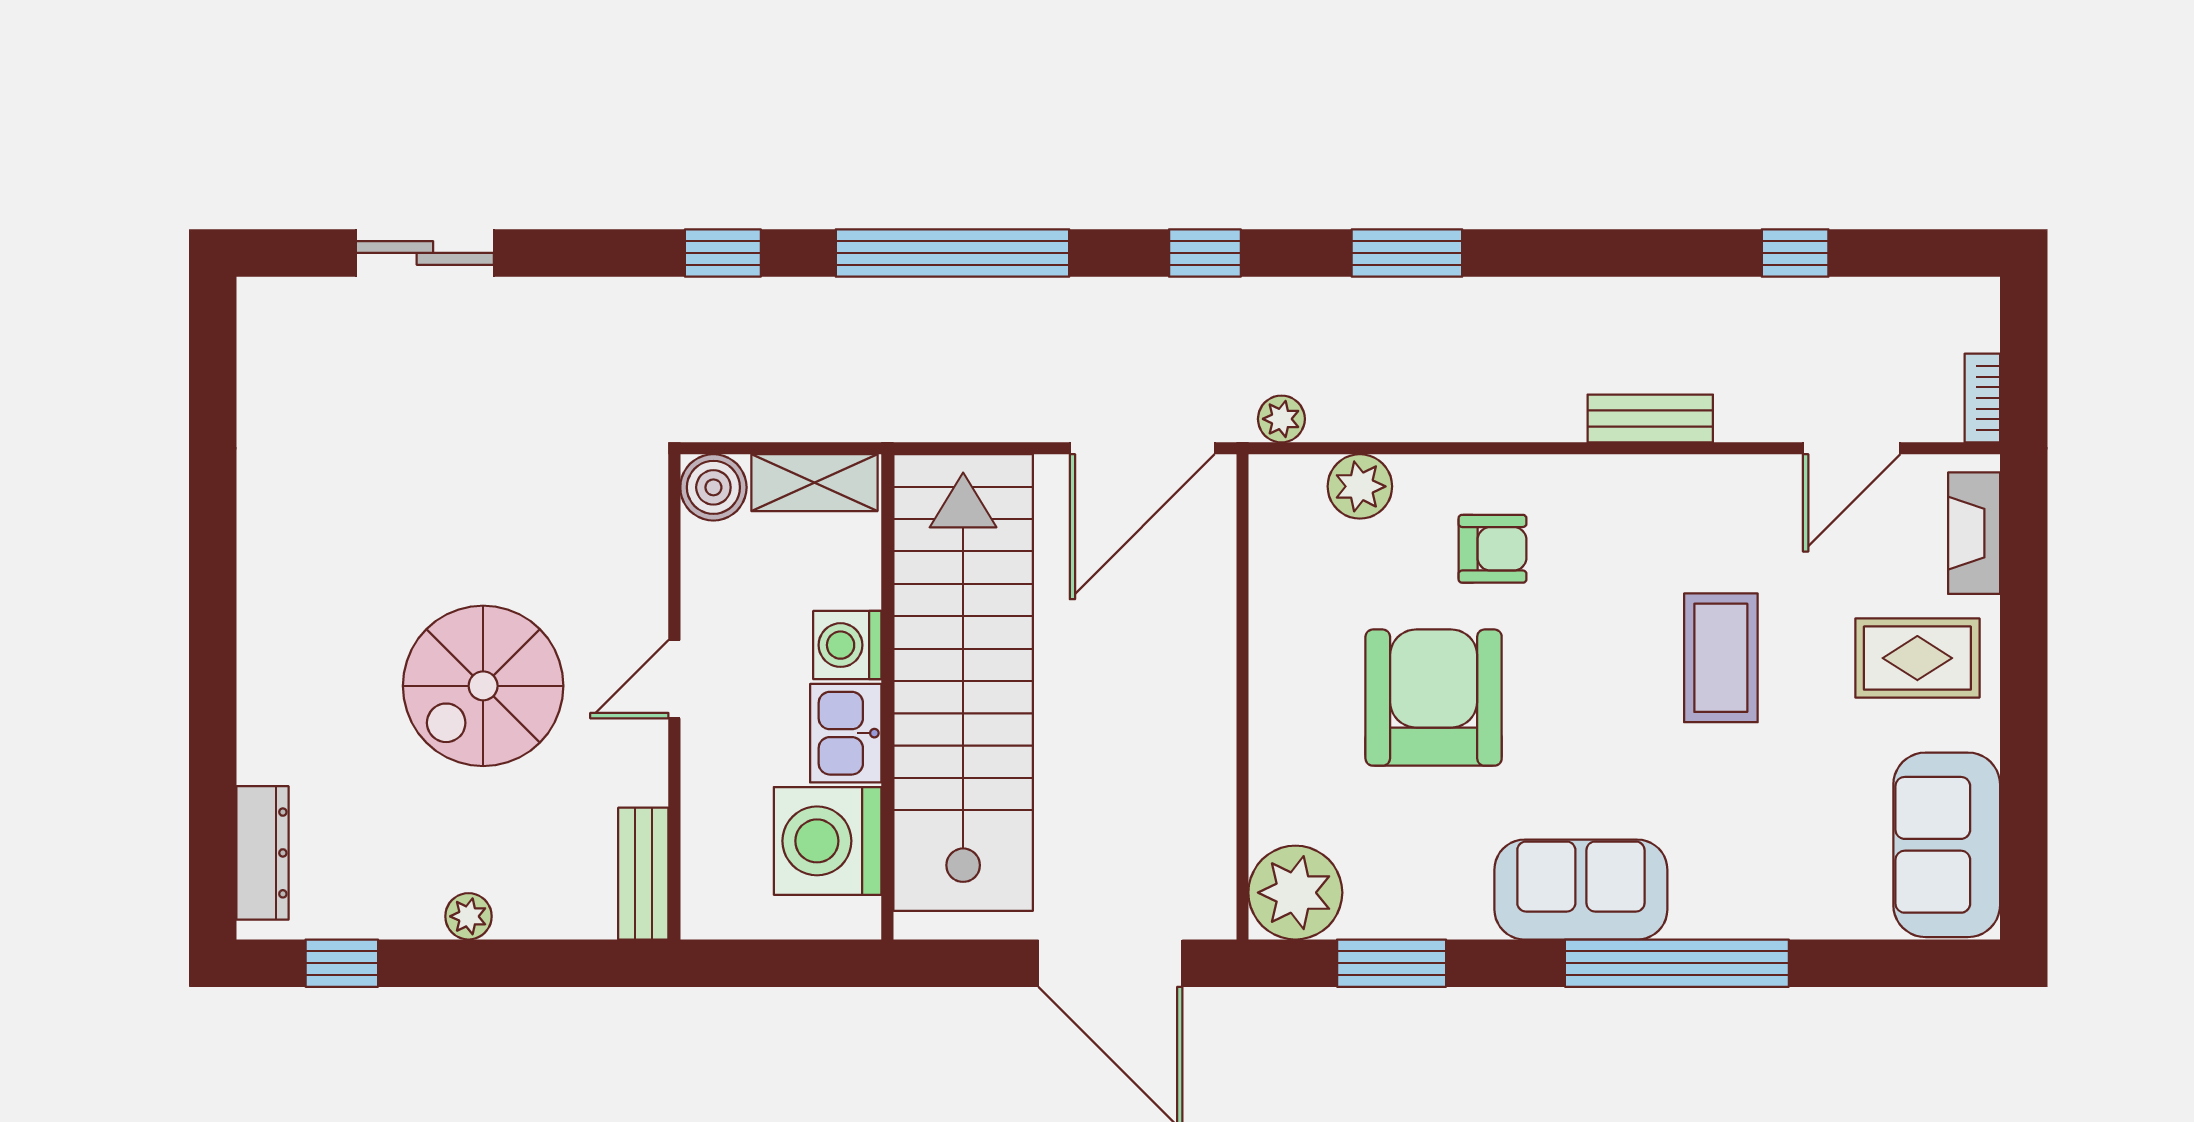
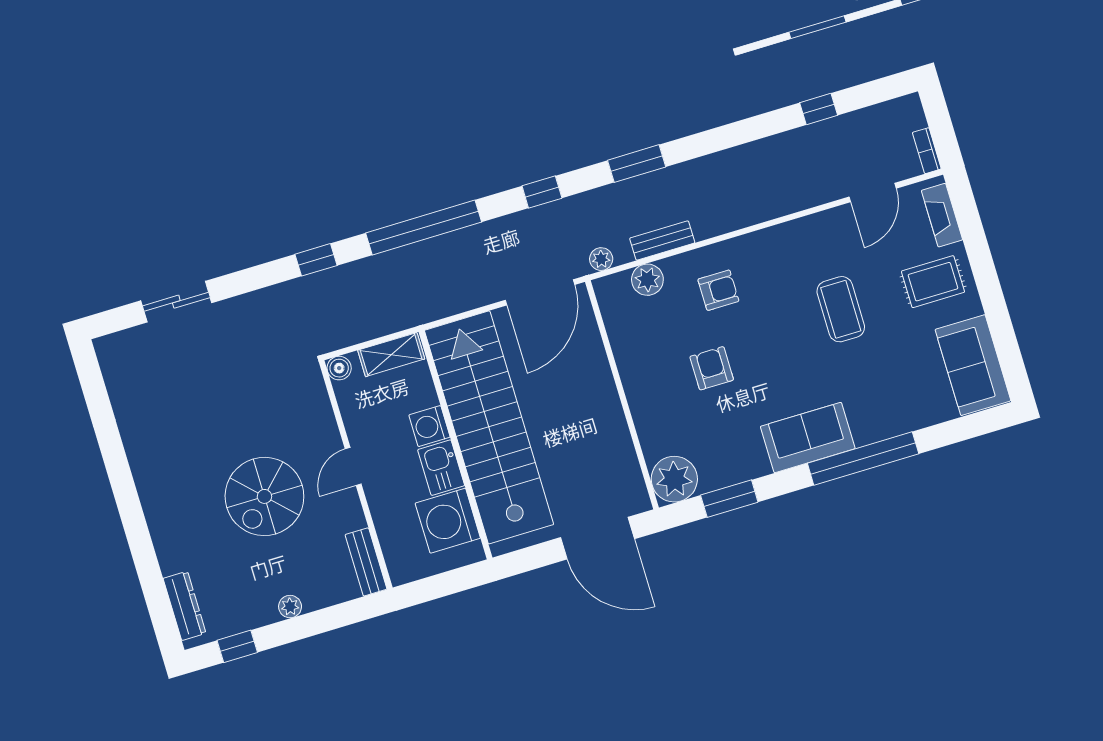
bench: (1650, 418) -> (662, 240), moved
boiler: (713, 487) -> (339, 368), width x0.73, depth x0.73
armchair: (1434, 698) -> (712, 368), width x0.53, depth x0.53

